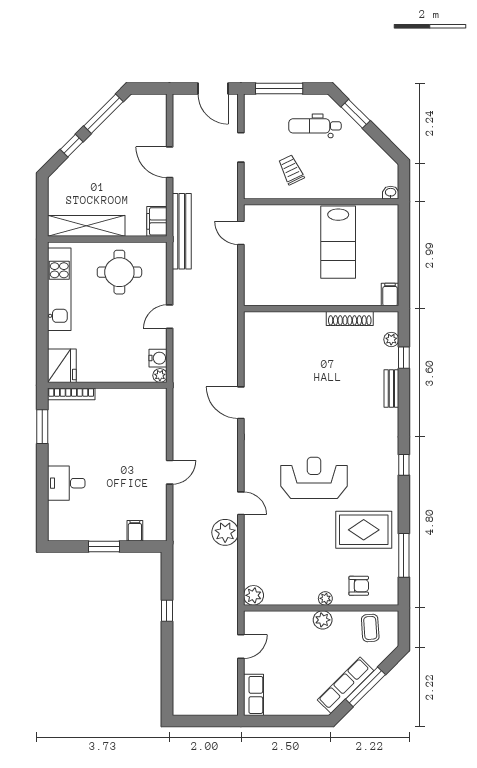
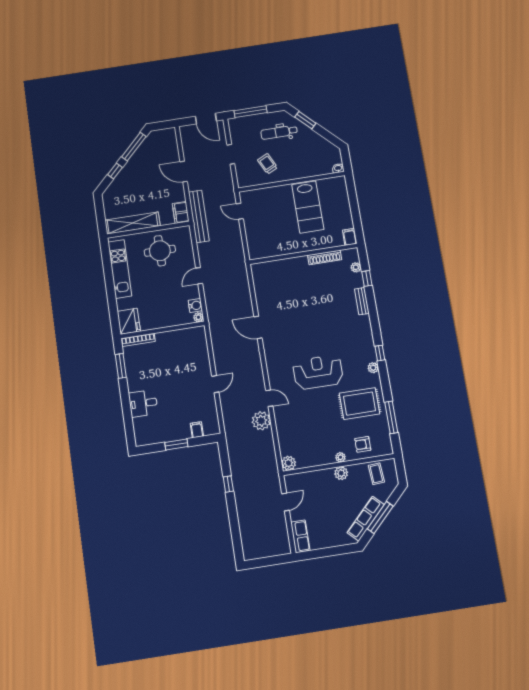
plant: (391, 484) -> (373, 368), added
armchair: (359, 586) -> (363, 444), turned 180

